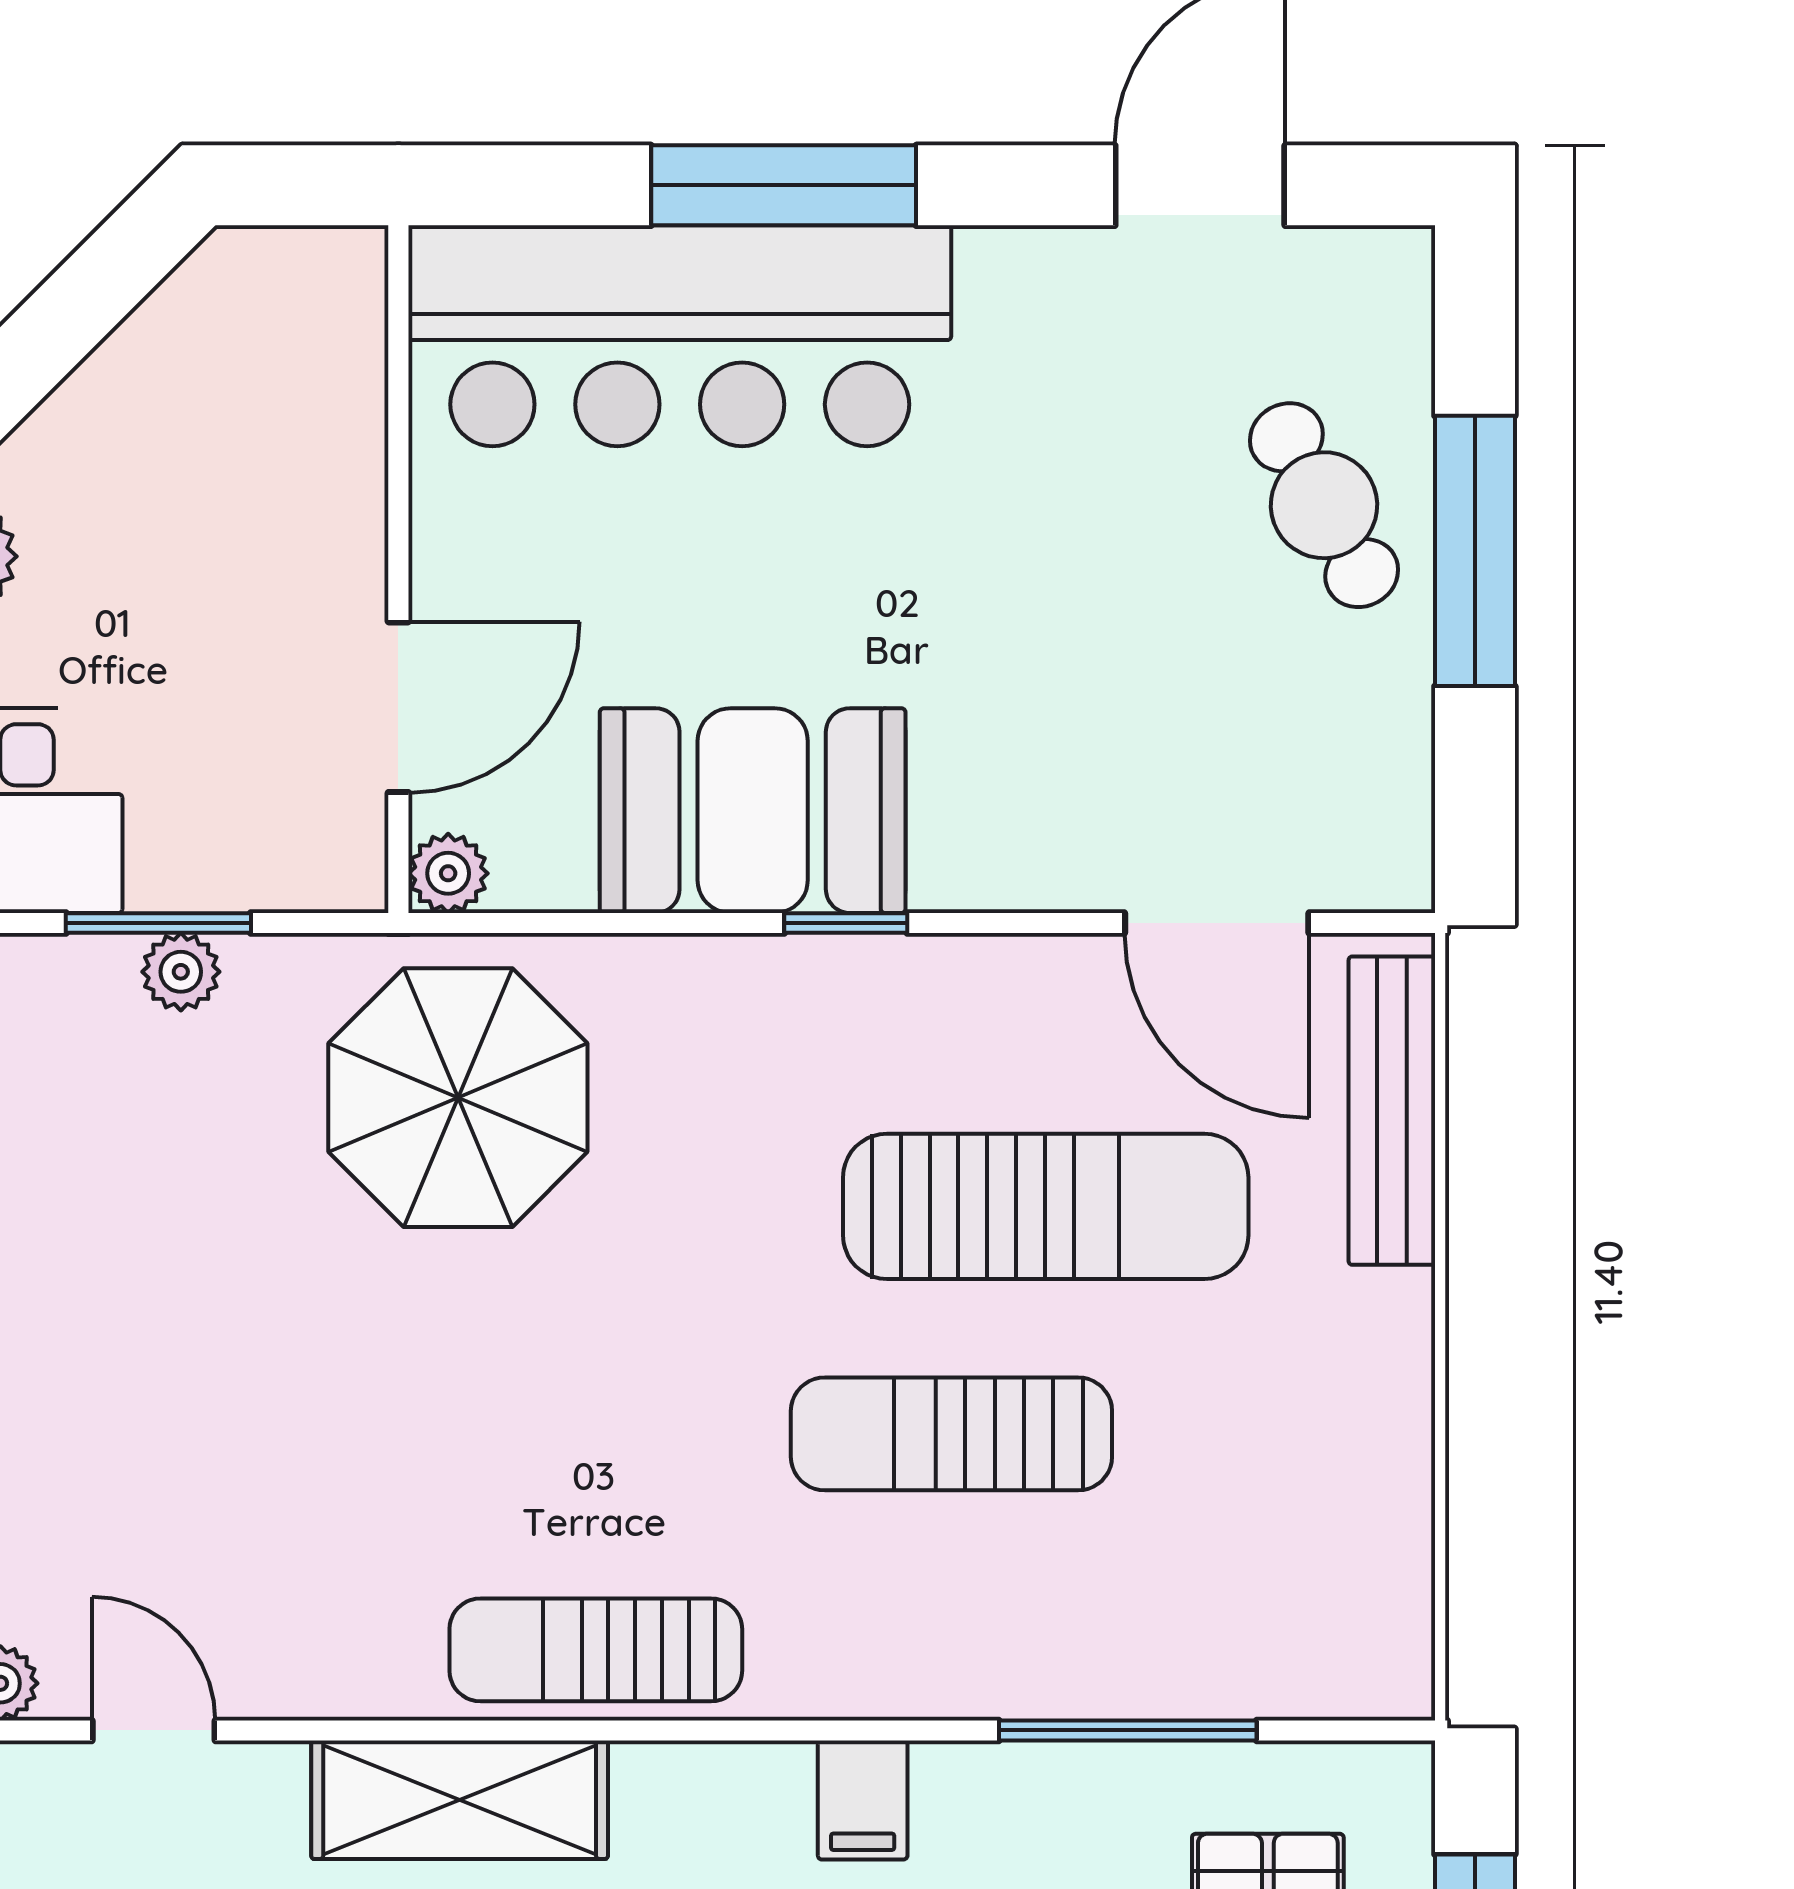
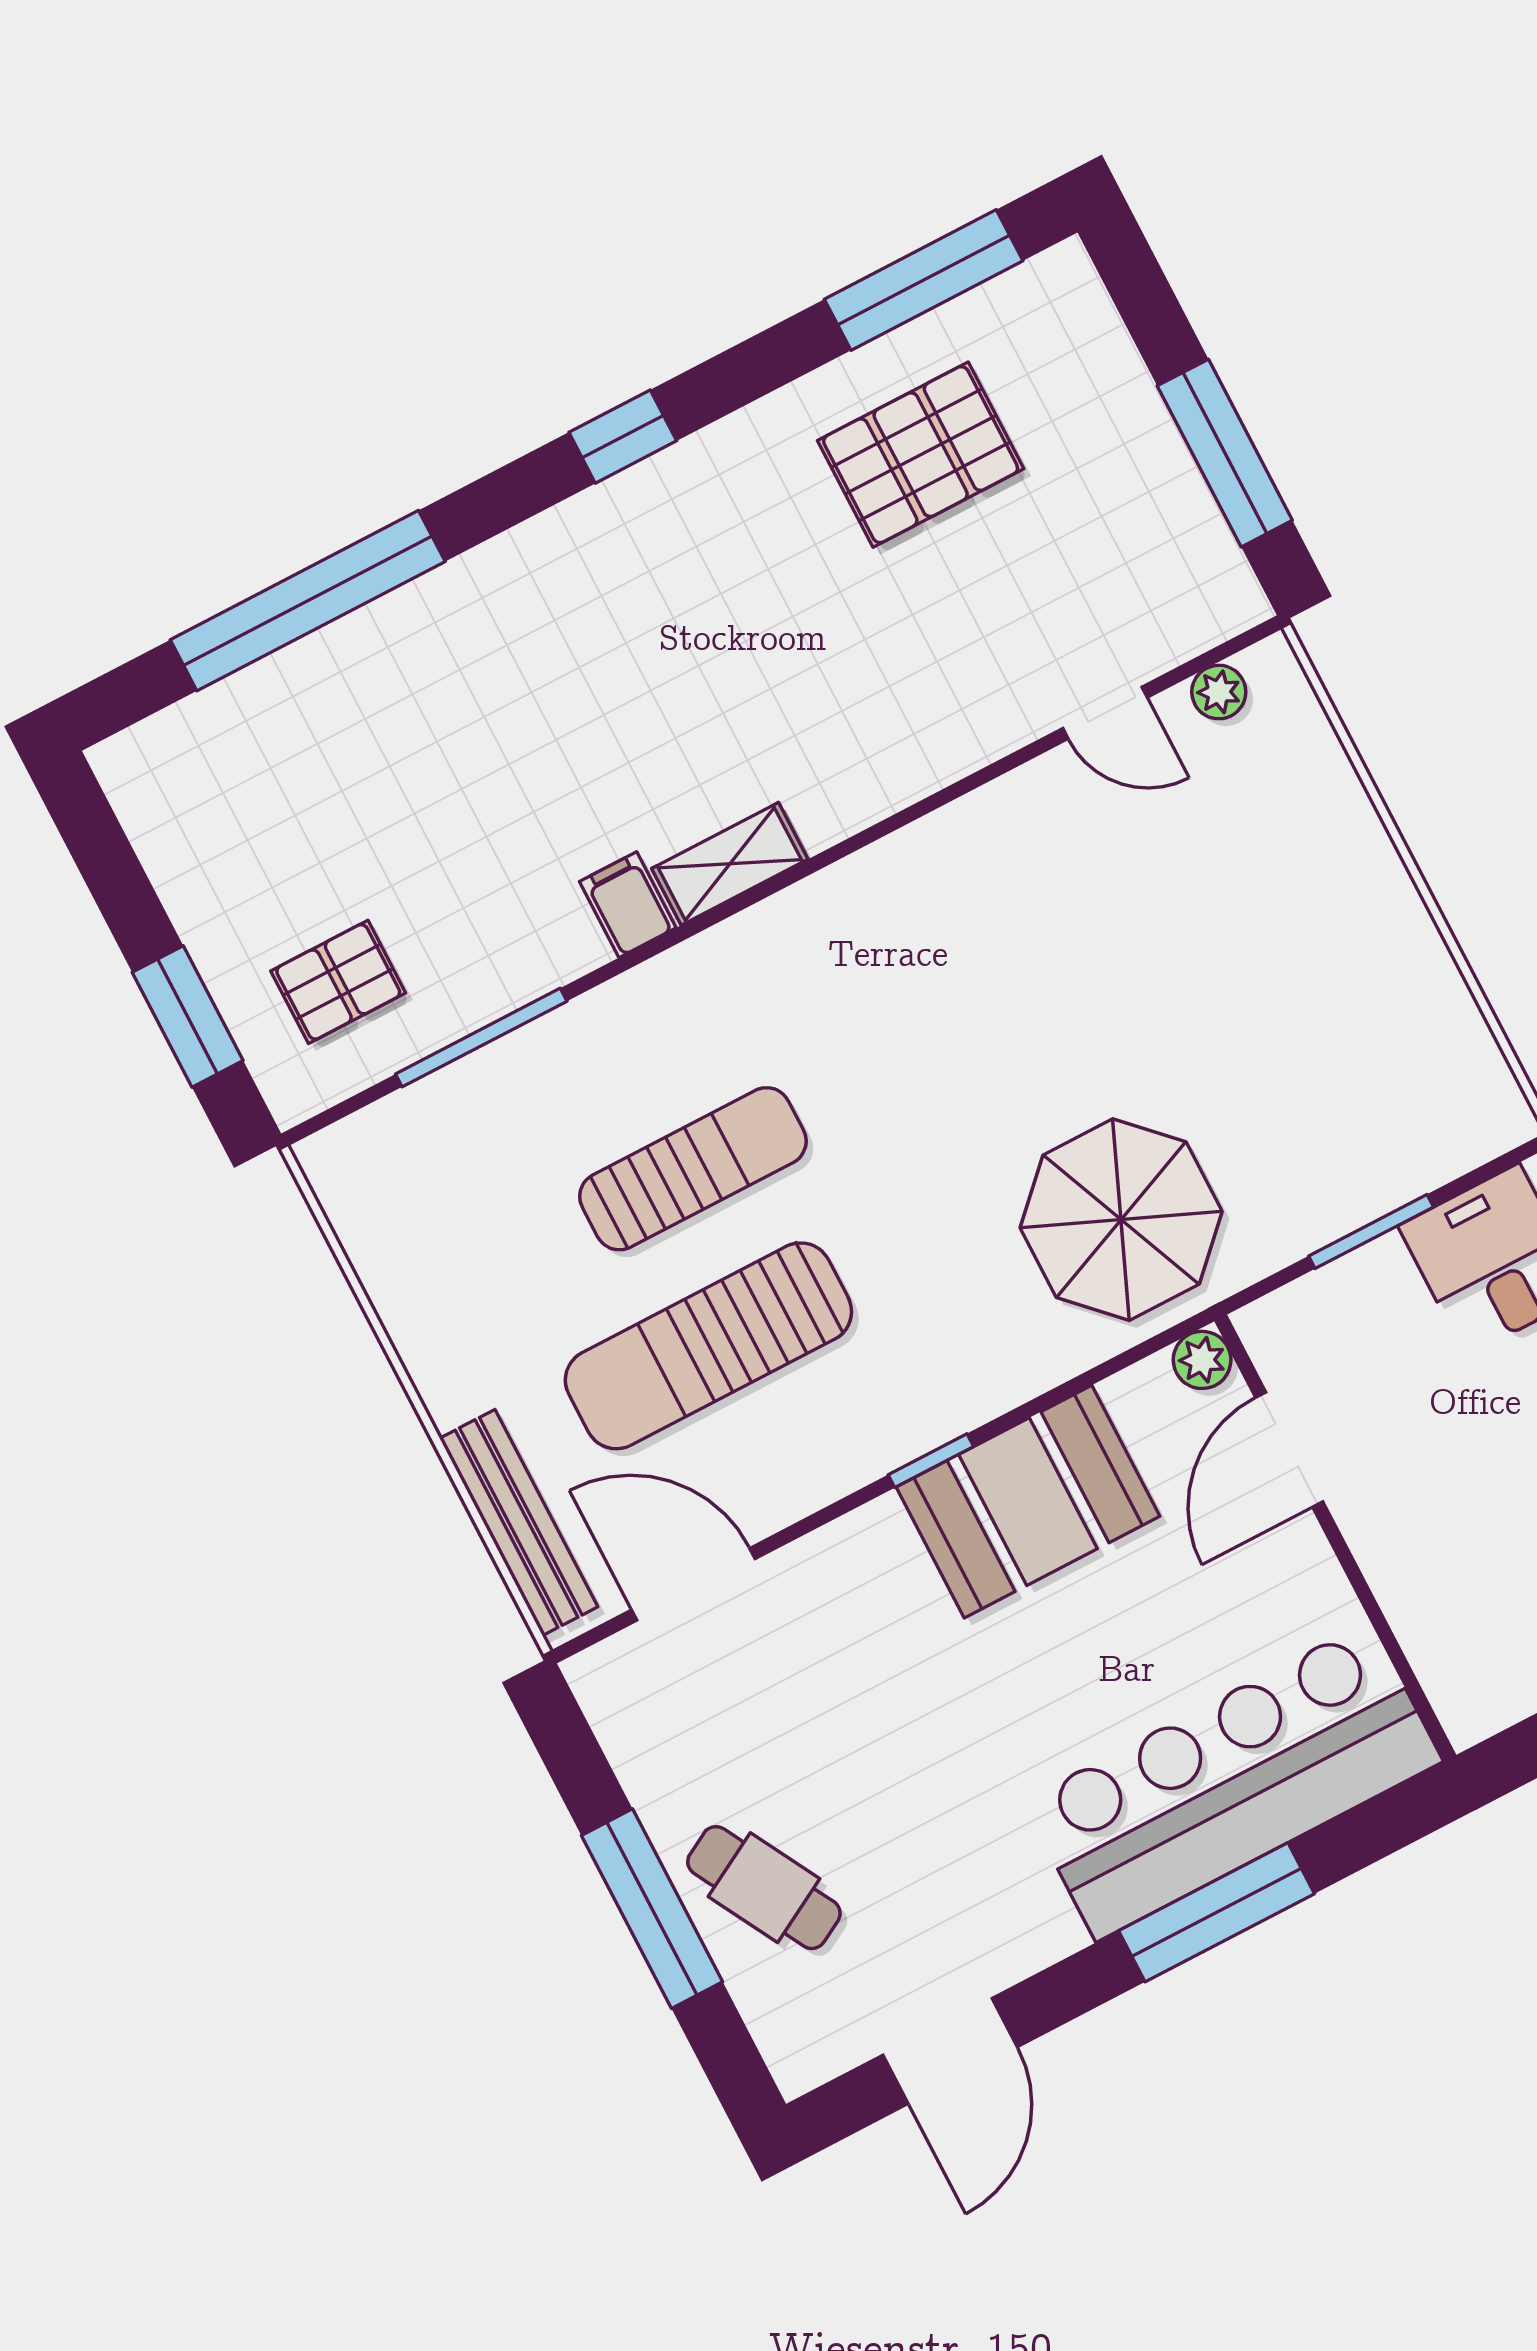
plant: (181, 972) -> (1340, 1208), removed
sun lounger: (596, 1650) -> (849, 912), removed
shelving: (460, 1800) -> (730, 864), moved, width x0.67, depth x0.75

